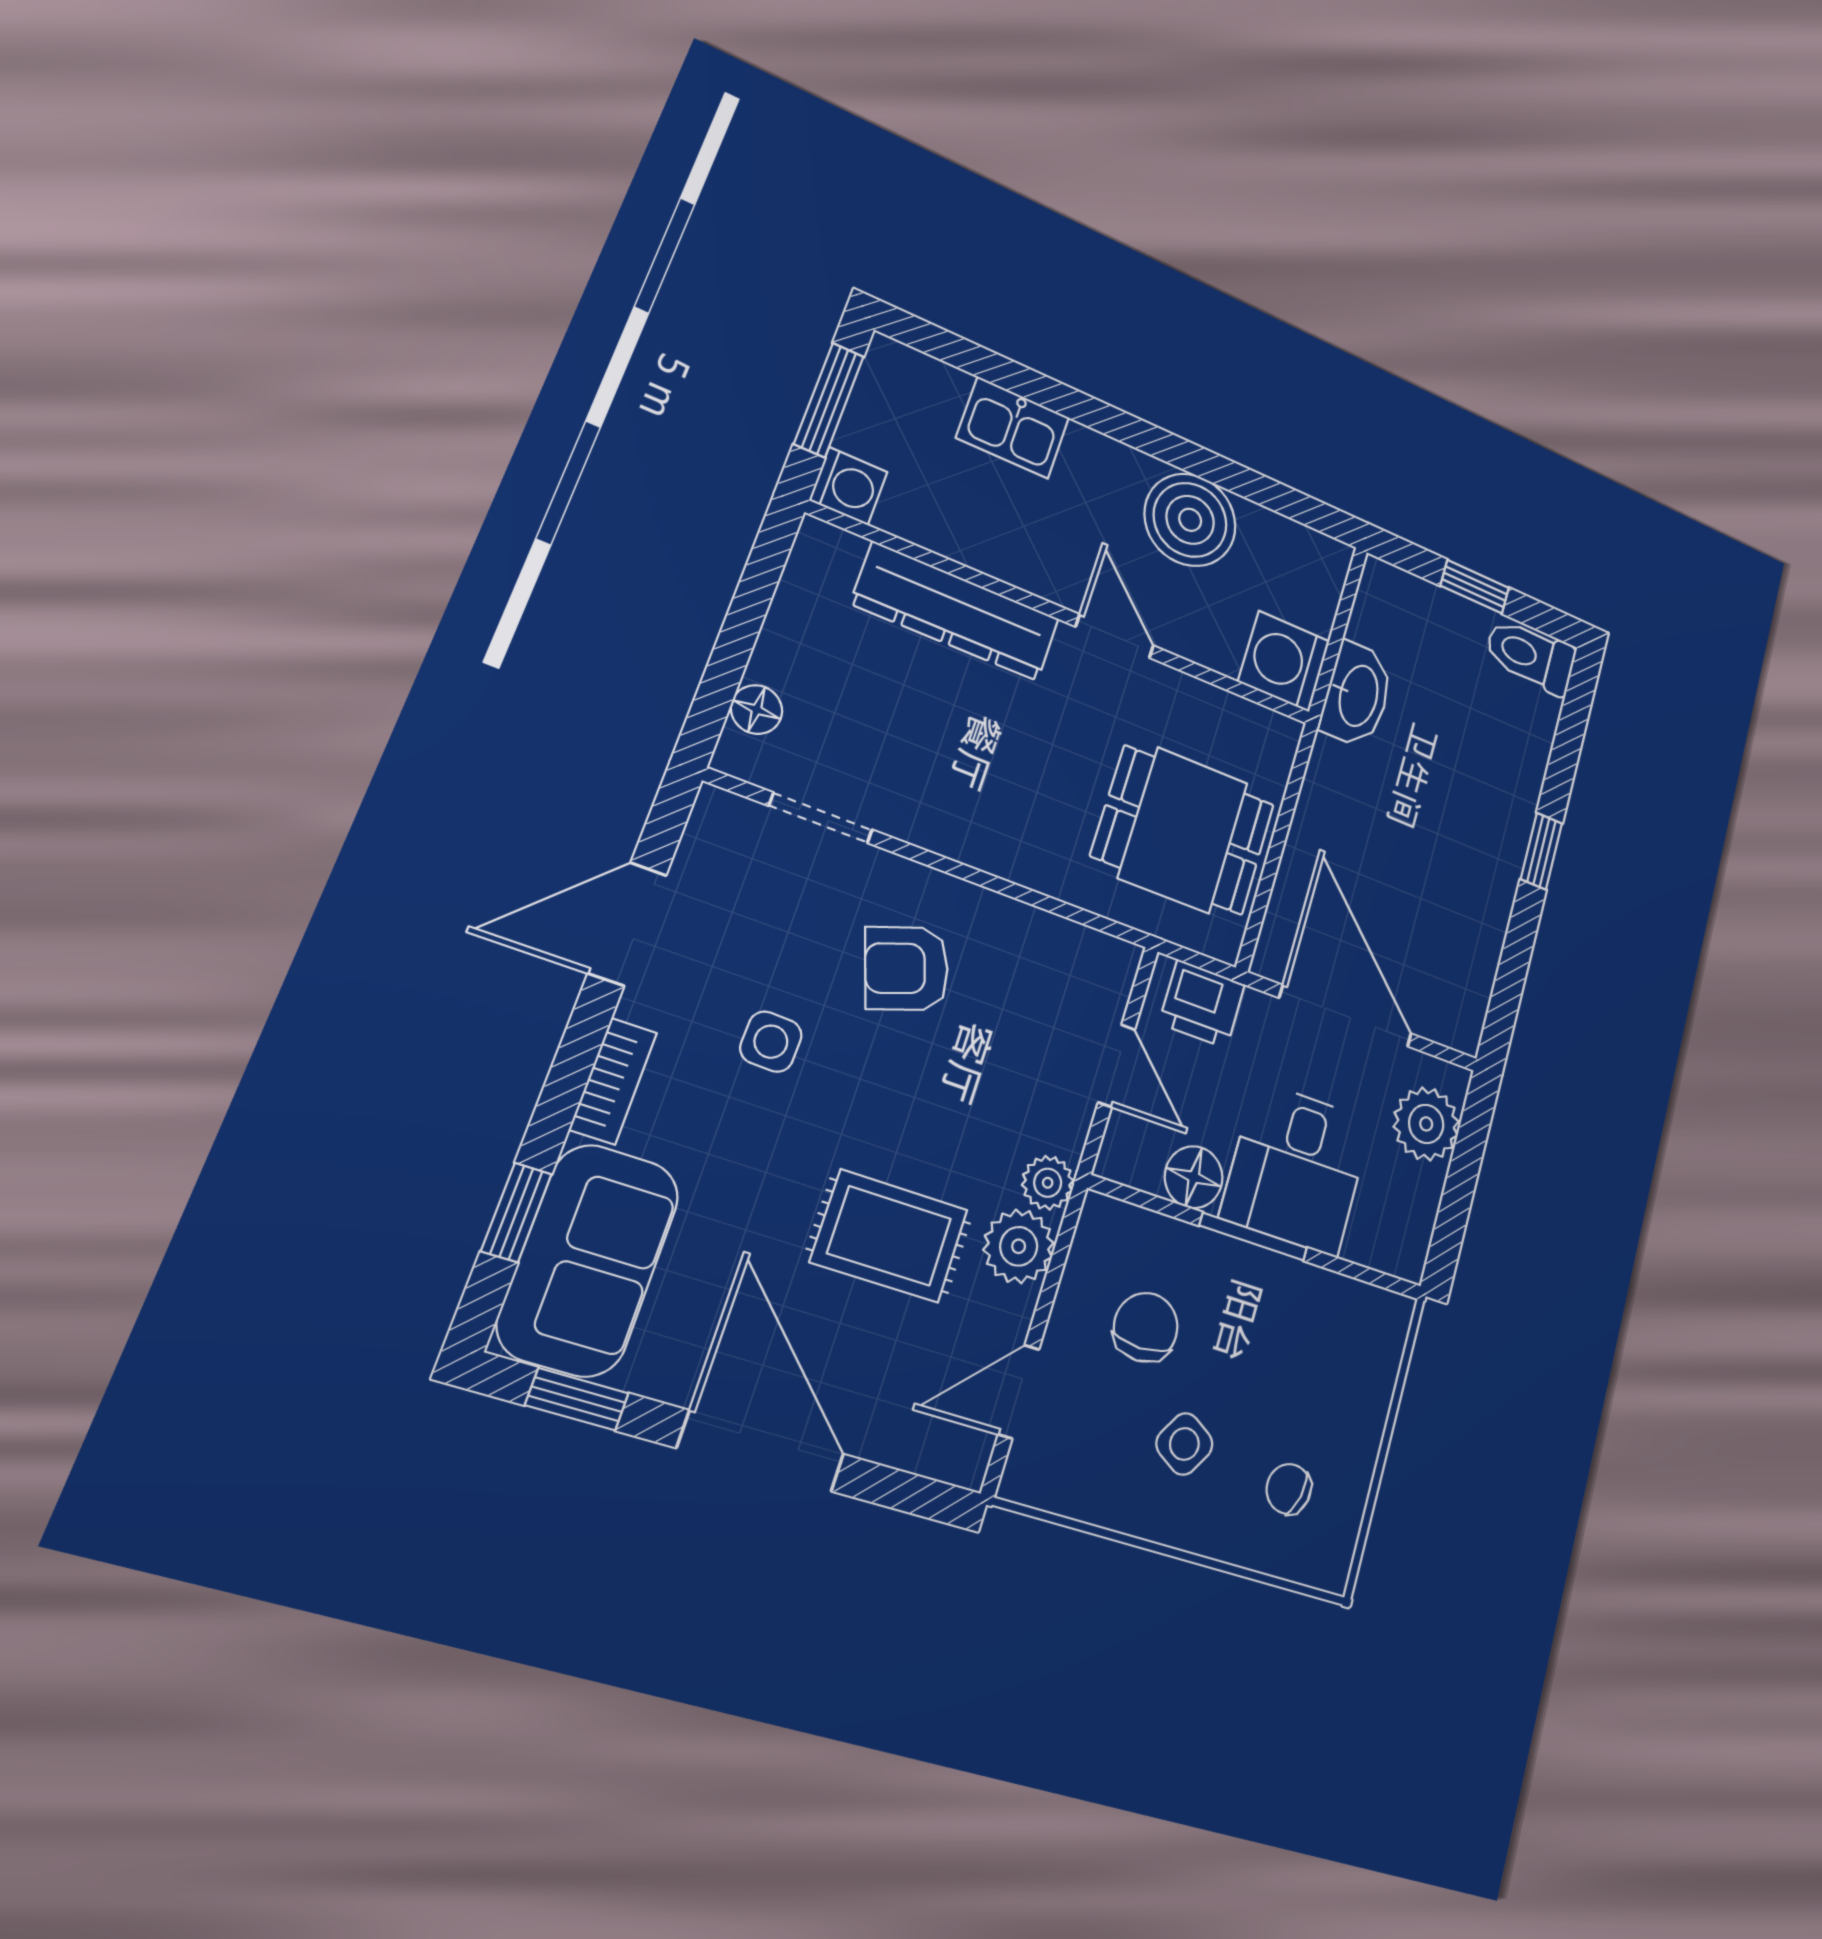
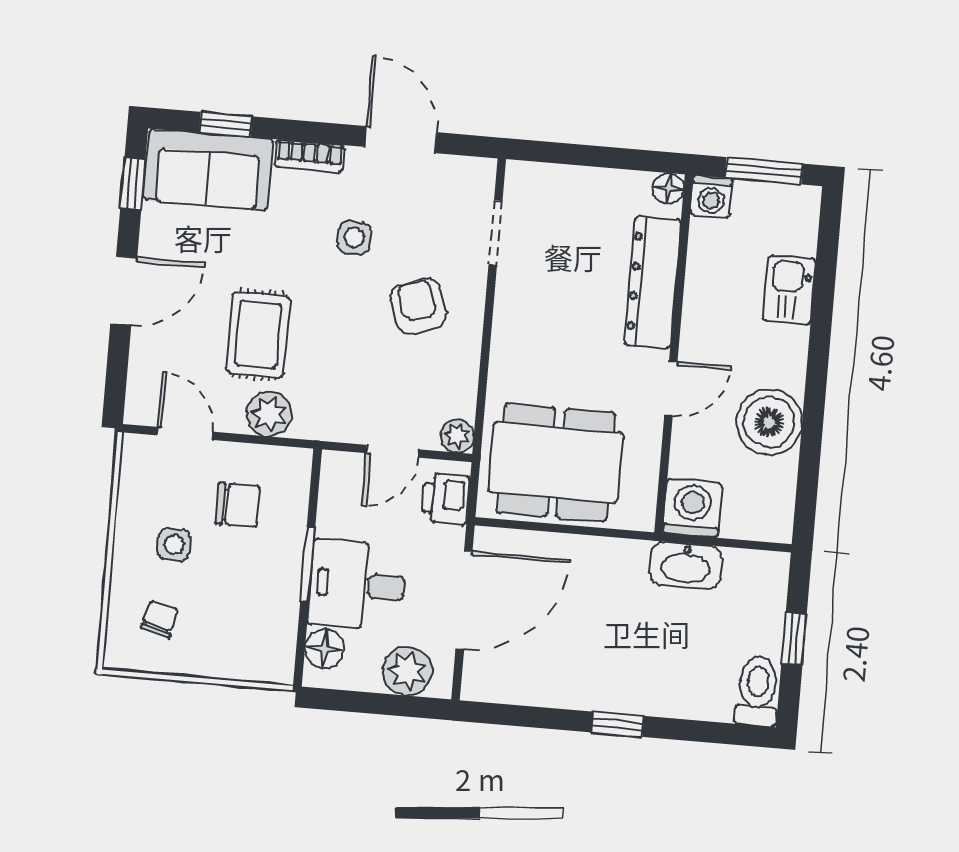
floor lamp: (757, 710) -> (668, 189), moved
dining table: (1183, 830) -> (556, 462), width x1.38
floor lamp: (1194, 1177) -> (324, 649), moved
plant: (1048, 1183) -> (457, 436), moved
side table: (1184, 1444) -> (174, 545), turned -32
door: (761, 1451) -> (124, 291), width x0.73

